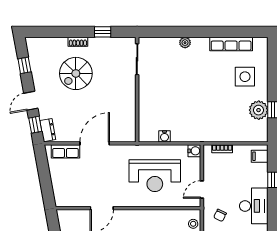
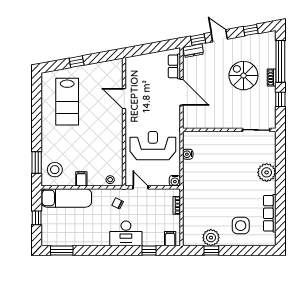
window: (60, 32) -> (280, 61), added
plant: (185, 43) -> (267, 172), width x1.88, depth x1.88
reception desk: (155, 176) -> (153, 146), turned 90

